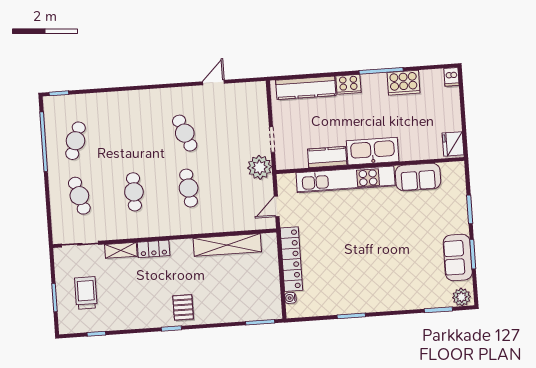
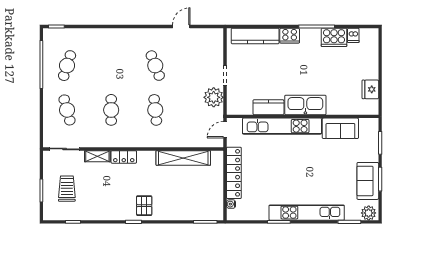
dishwasher: (451, 77) -> (353, 35), moved
kitchen sink: (373, 151) -> (305, 105), moved
kitchen counter: (327, 157) -> (268, 107), moved
wall: (370, 166) -> (303, 116), moved
sofa: (418, 177) -> (340, 128), moved
kitchen unit: (346, 179) -> (282, 126), moved
kitchen unit: (385, 302) -> (307, 213), added

